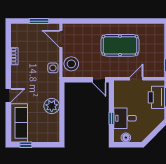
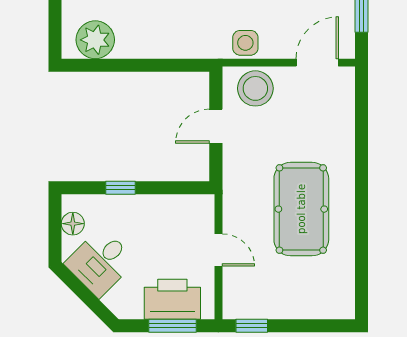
door: (99, 80) -> (216, 126), moved
plant: (52, 106) -> (95, 40), moved
desk: (125, 118) -> (100, 262), moved, turned -135

